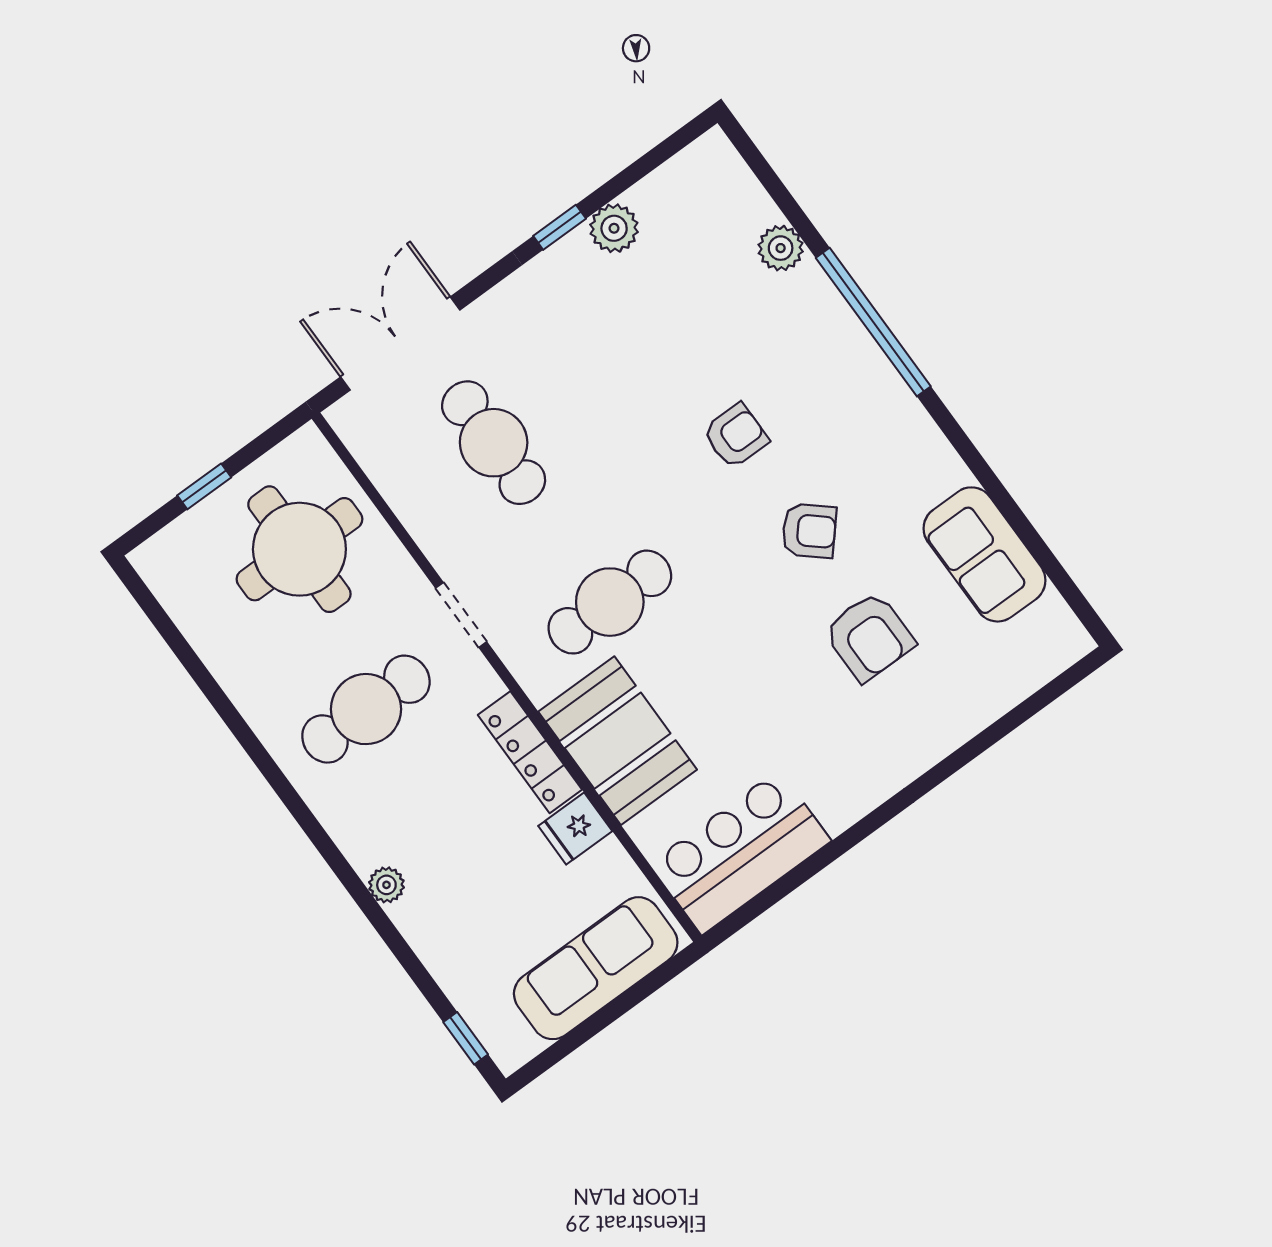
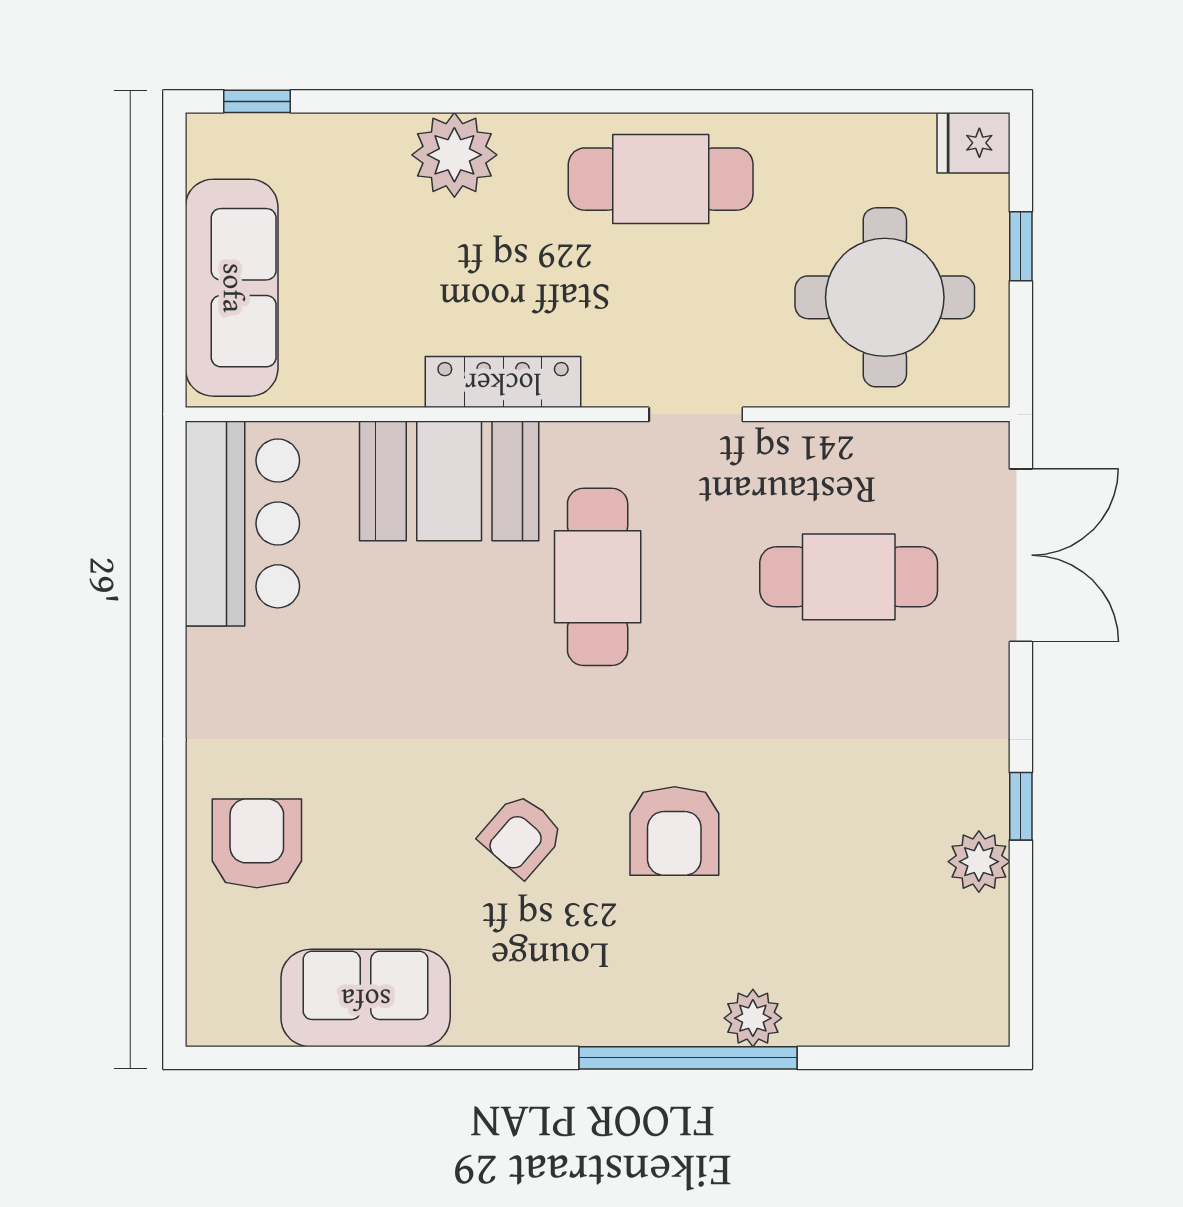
plant: (781, 248) -> (753, 1018), moved
armchair: (736, 436) -> (674, 831), width x1.38, depth x1.38
armchair: (869, 637) -> (257, 843), moved, turned 90
cafe table: (366, 709) -> (661, 179), moved, turned 90
fridge: (575, 829) -> (973, 143), moved, turned -90
plant: (386, 885) -> (454, 155), width x1.87, depth x1.87

